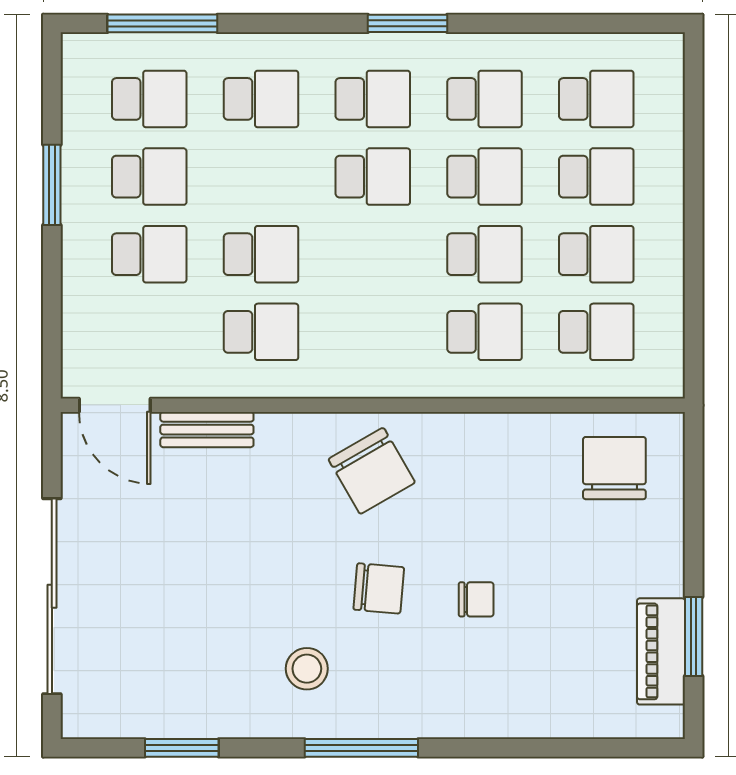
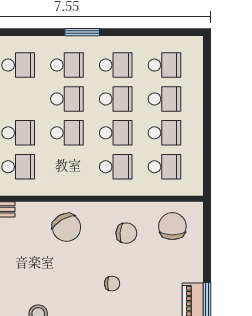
school desk: (373, 254) -> (67, 133), added
chair: (379, 588) -> (126, 233), moved

